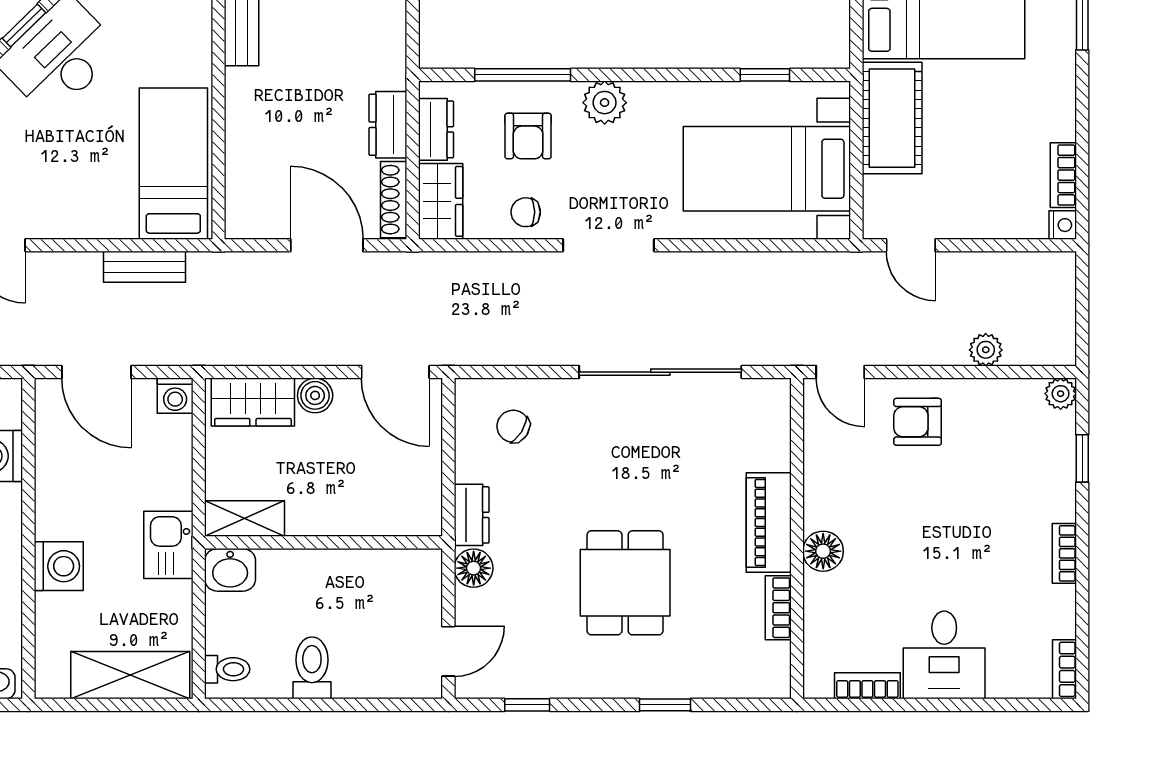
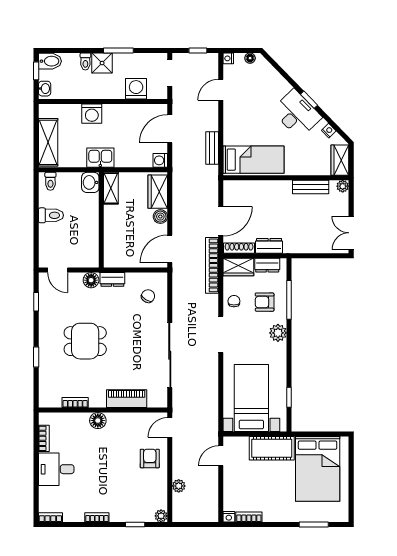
bookcase: (437, 267) -> (212, 265), added
piano: (769, 522) -> (127, 399), moved

